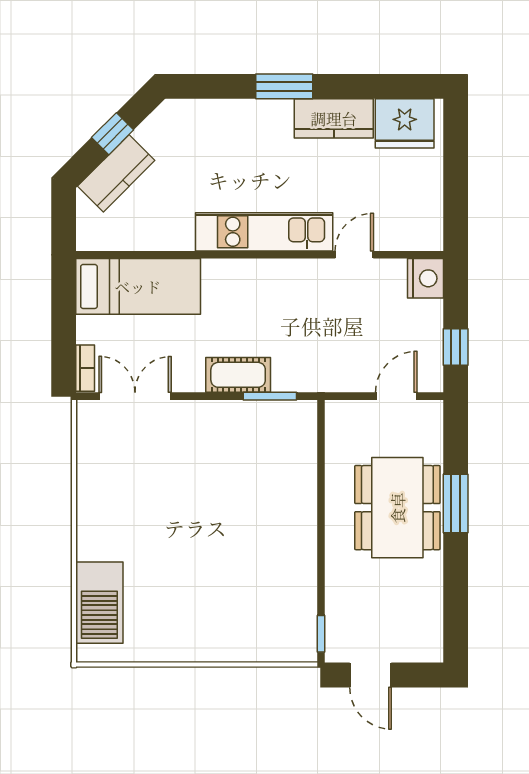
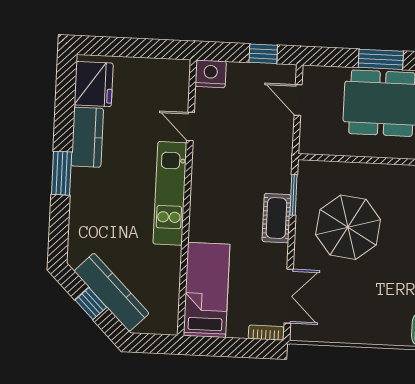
kitchen counter: (116, 173) -> (112, 292), width x1.50
double door: (135, 396) -> (289, 296), swing flipped
parasol: (230, 470) -> (348, 227), added

